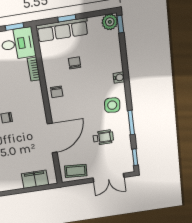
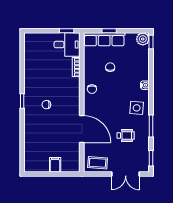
door: (52, 138) -> (82, 129), hinge flipped
filing cabinet: (35, 179) -> (55, 165), width x0.50

